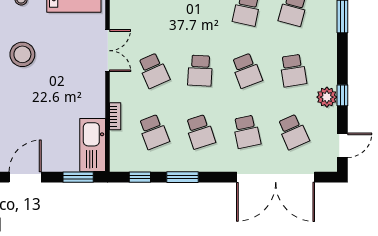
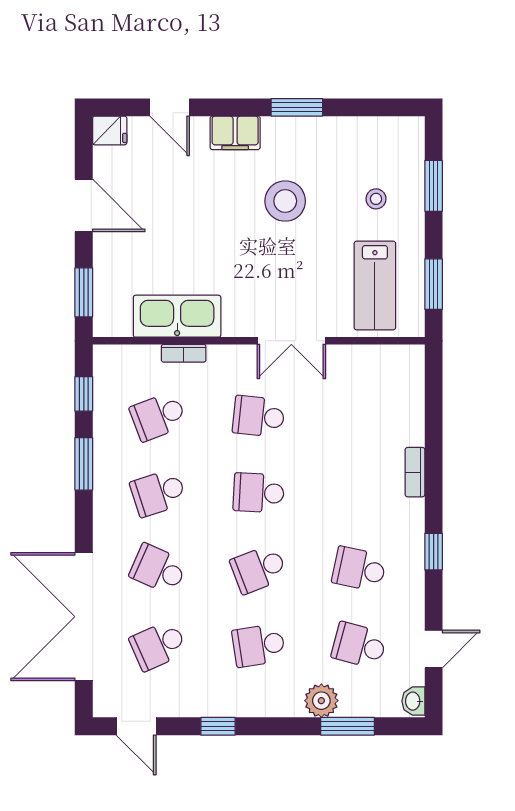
school desk: (154, 71) -> (259, 416), turned 30
plant: (327, 97) -> (321, 701), moved
school desk: (247, 132) -> (158, 569), turned 36
kitchen sink: (93, 145) -> (177, 316), moved

